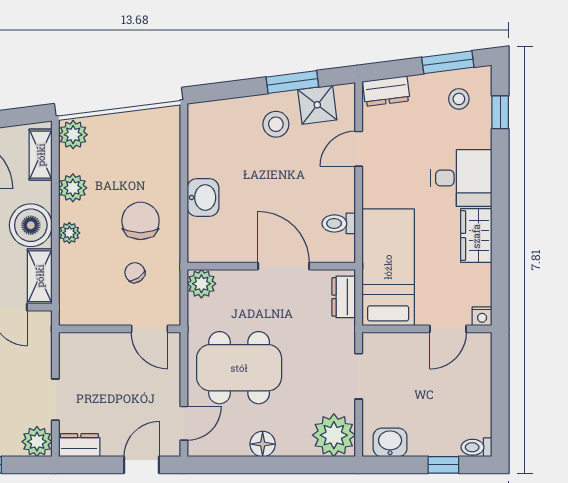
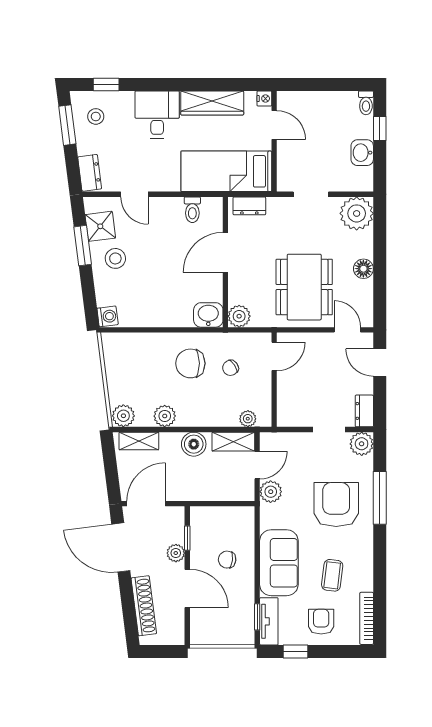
washing machine: (201, 114) -> (108, 316), added
washbasin: (203, 198) -> (208, 315), moved
boiler: (31, 225) -> (194, 444), width x0.73, depth x0.73
plant: (69, 233) -> (248, 419), moved
wardrobe: (476, 236) -> (212, 103), width x1.50
washbasin: (390, 442) -> (362, 153), moved

